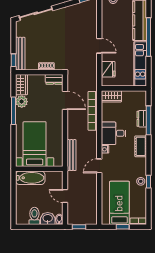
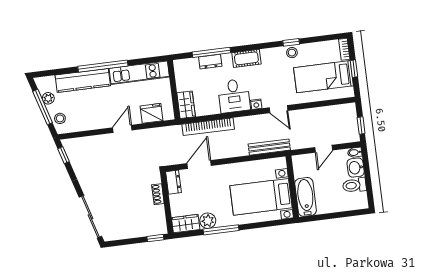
bench: (20, 54) -> (146, 230), removed

